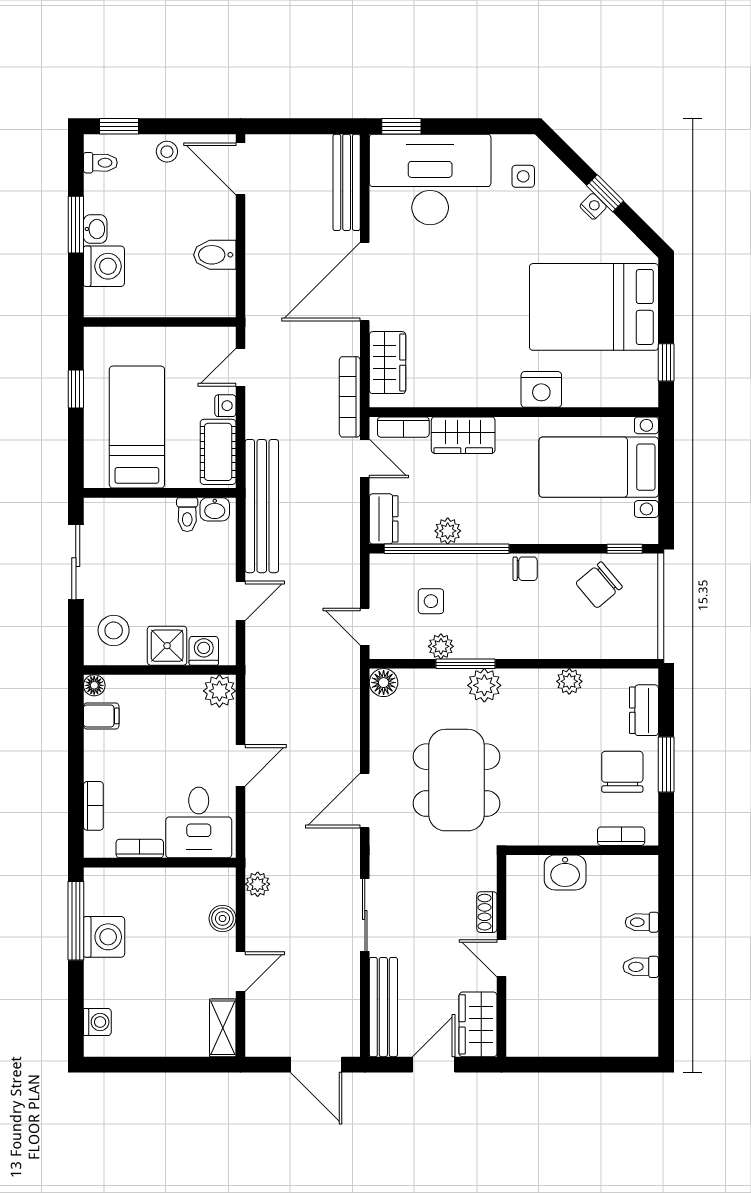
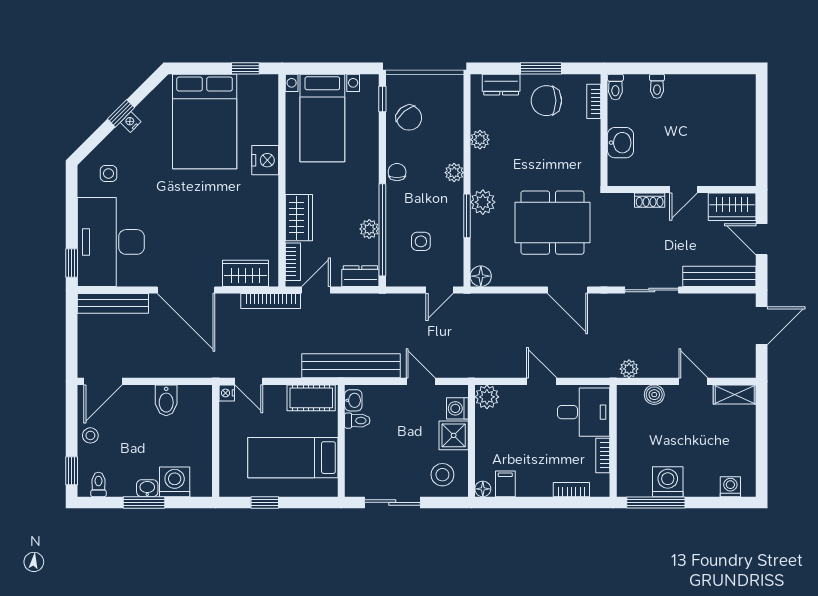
nightstand: (225, 406) -> (227, 393), moved, turned -90
plant: (441, 646) -> (454, 173), moved
toilet: (641, 967) -> (615, 87), moved

